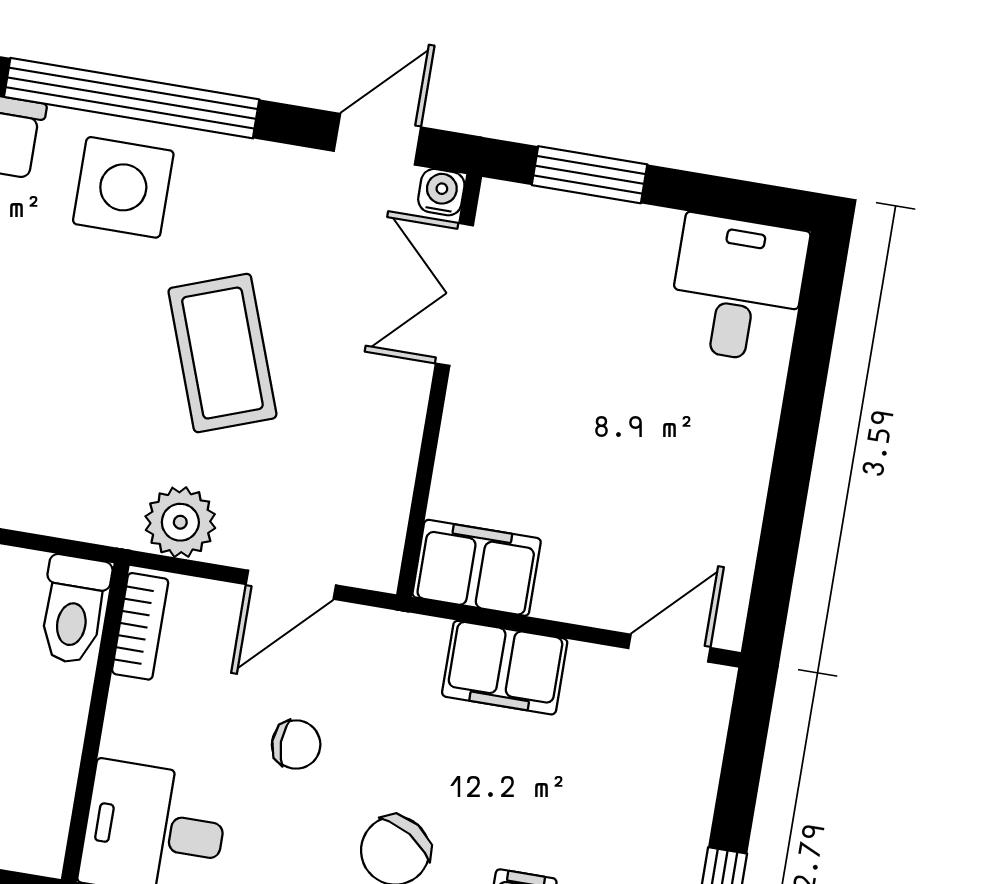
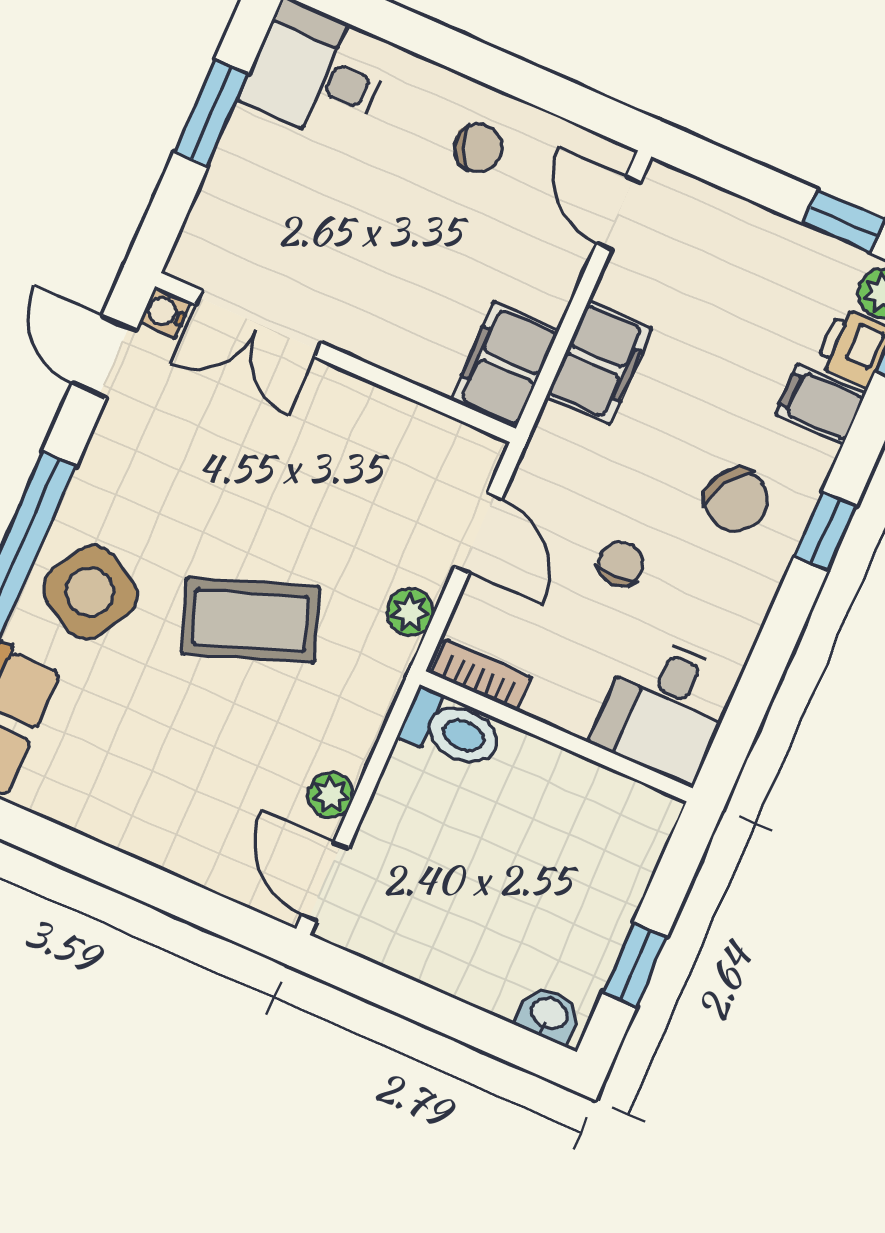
window: (589, 175) -> (211, 113), moved
side table: (123, 187) -> (90, 592), turned 30
coffee table: (222, 353) -> (250, 620), moved
chair: (701, 481) -> (478, 148), added
plant: (180, 522) -> (410, 612), width x0.73, depth x0.73

